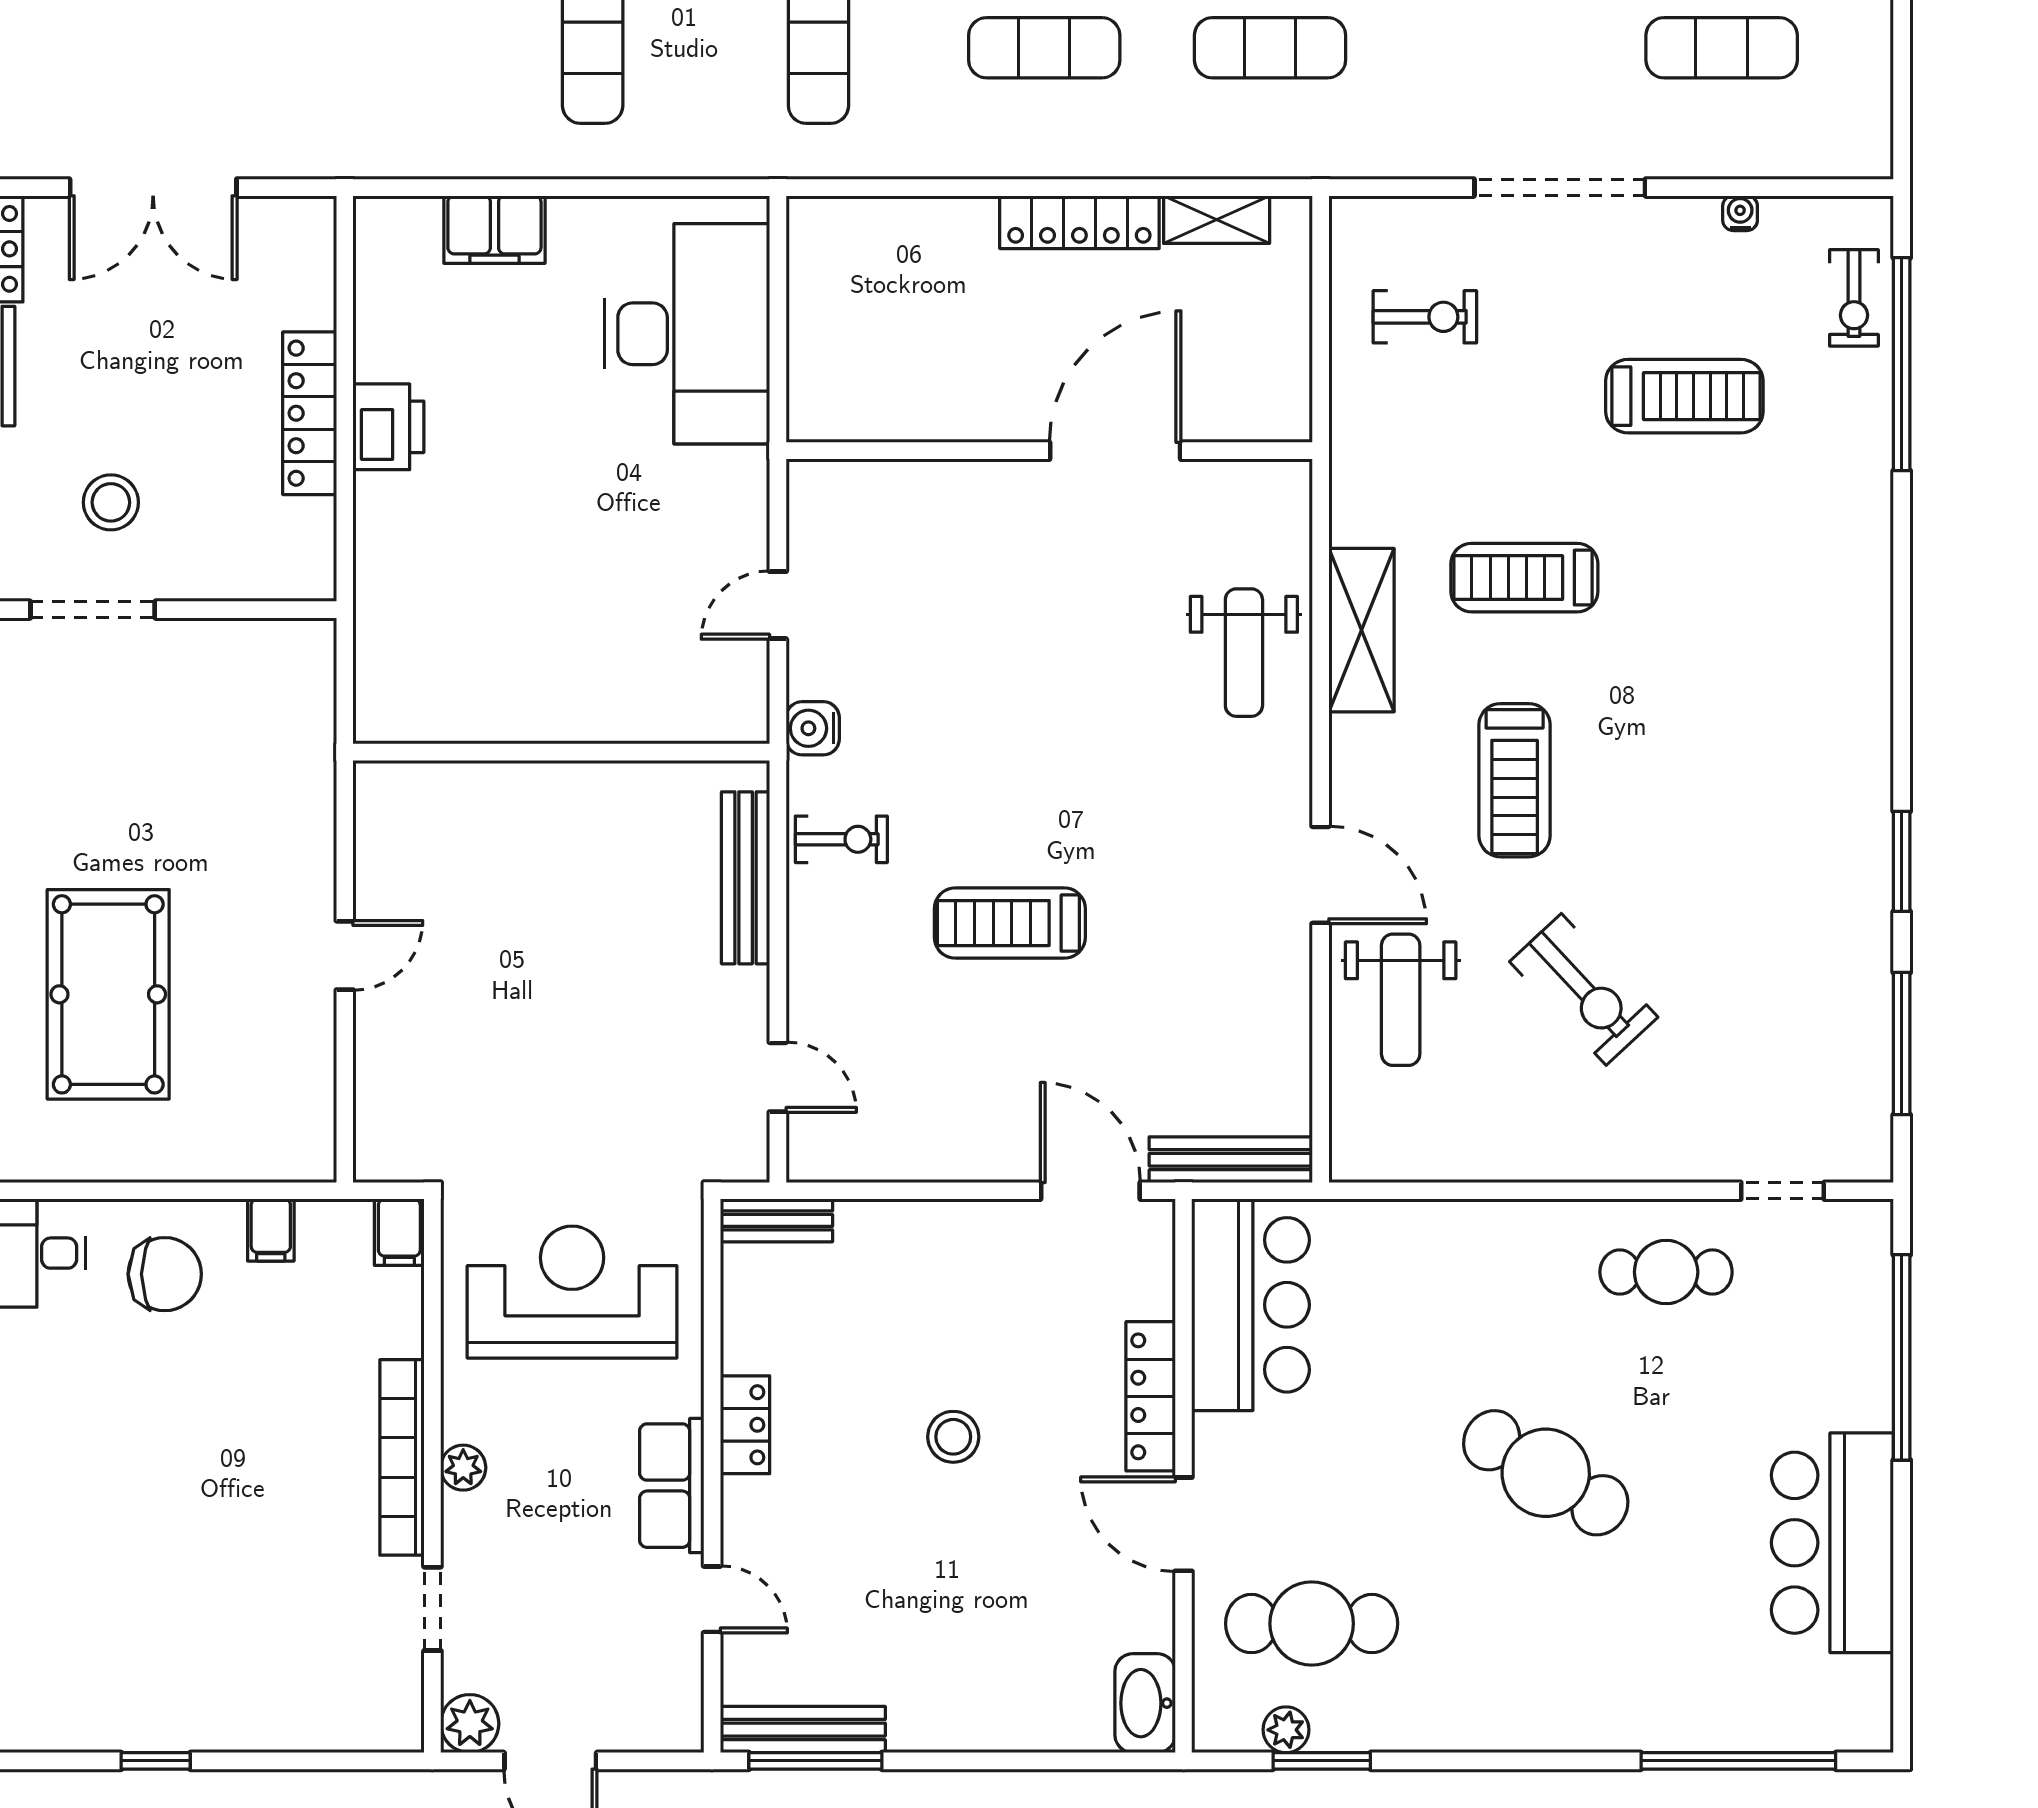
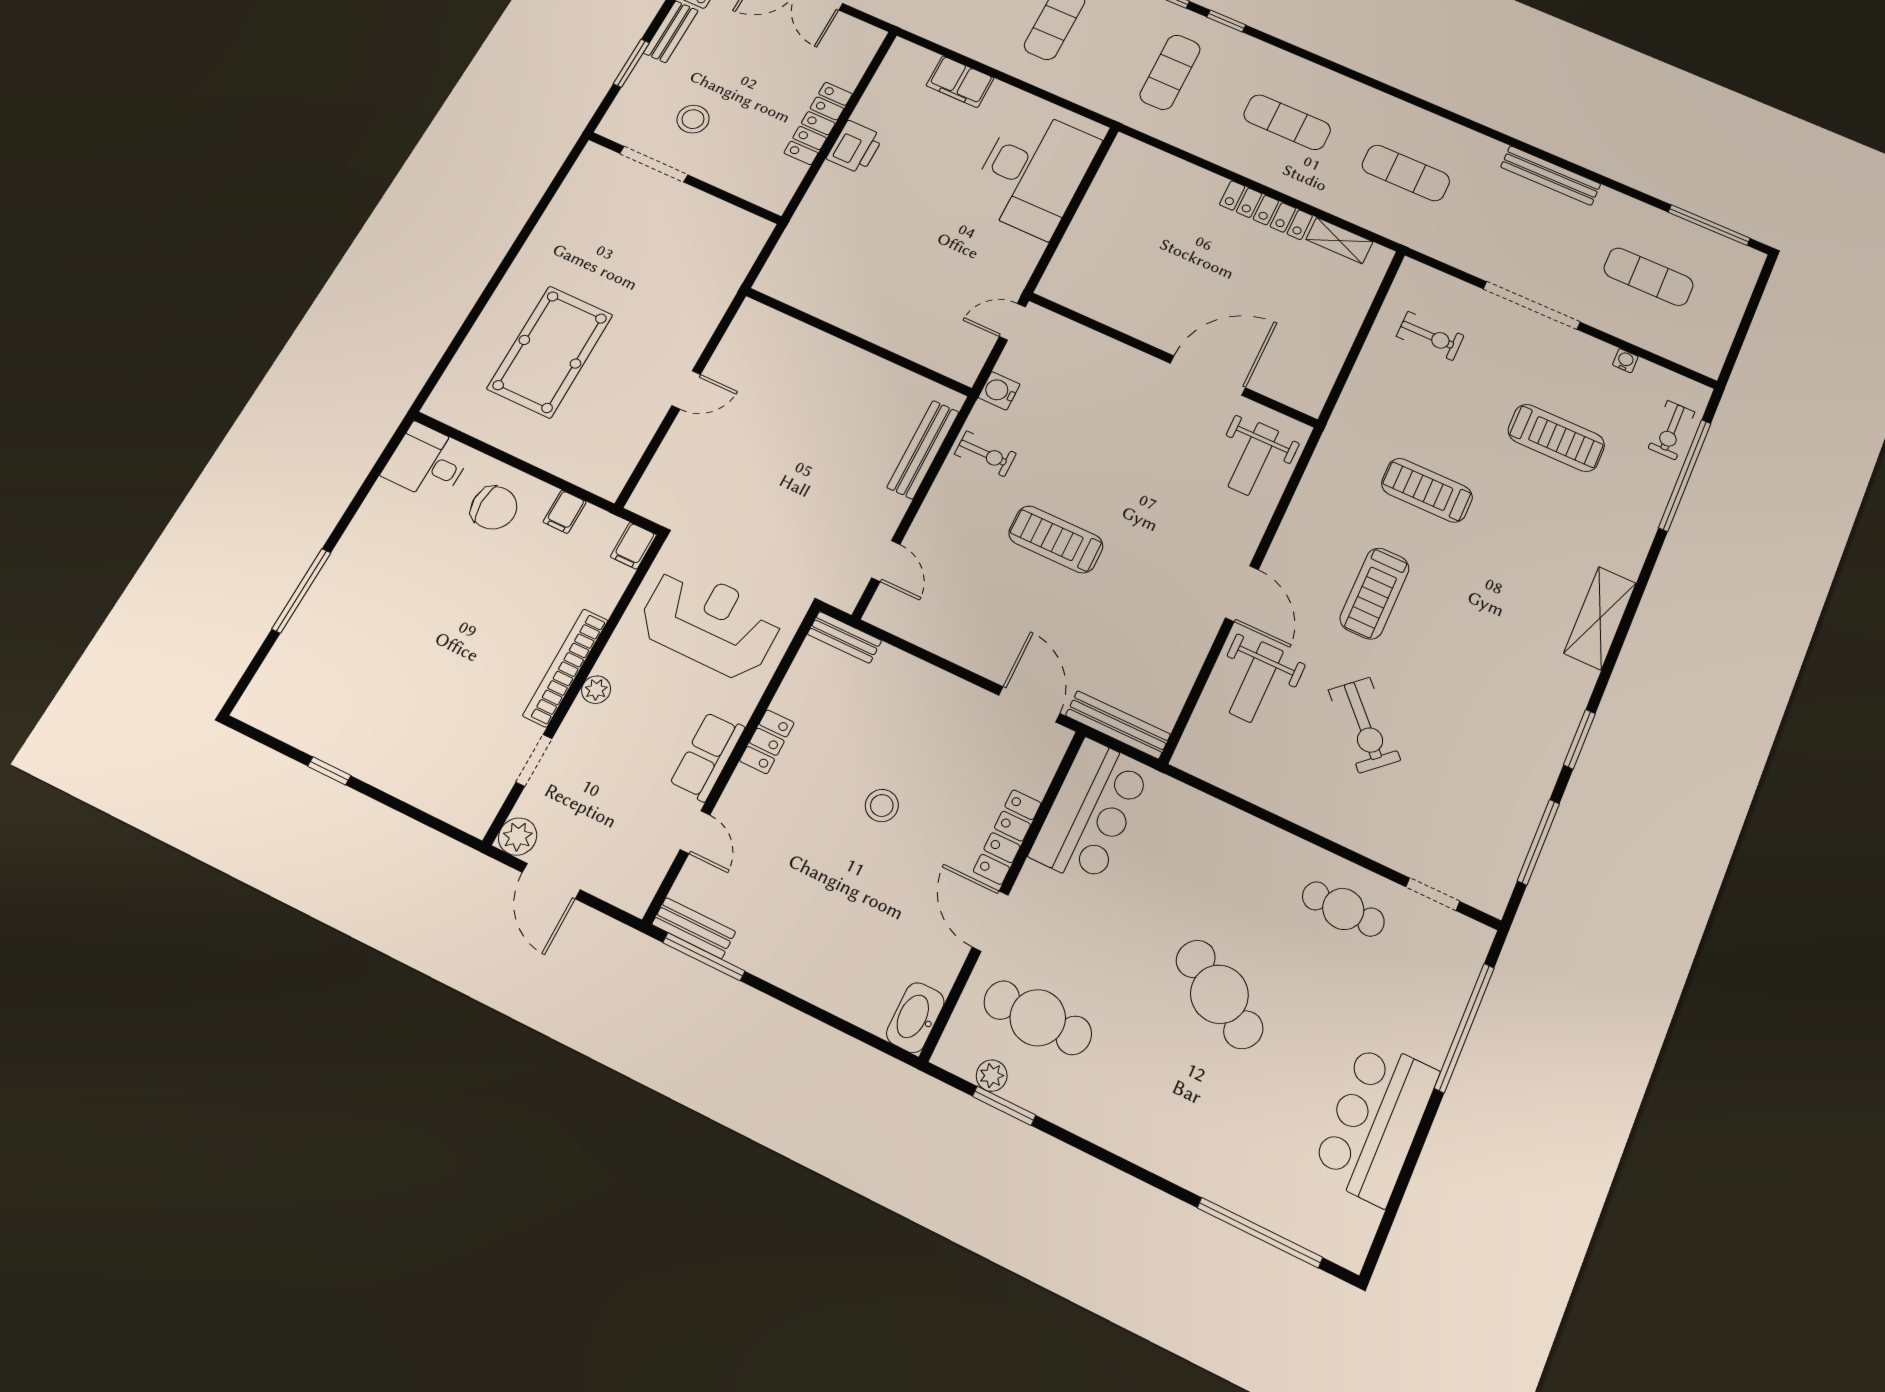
wall: (1049, 451) -> (1172, 360), moved
door: (1115, 451) -> (1208, 375), moved
shelving: (1361, 630) -> (1600, 618), moved
bench: (803, 1730) -> (694, 928), width x0.73

